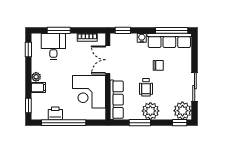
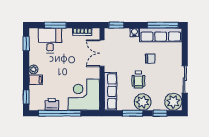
corner desk: (89, 92) -> (84, 95), moved, turned 90
window: (180, 123) -> (160, 113), moved

